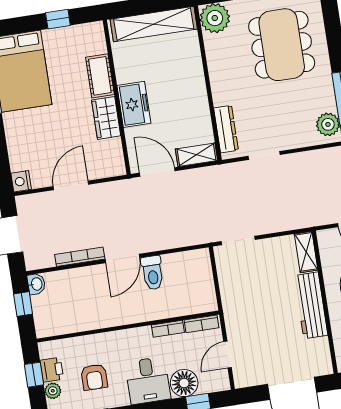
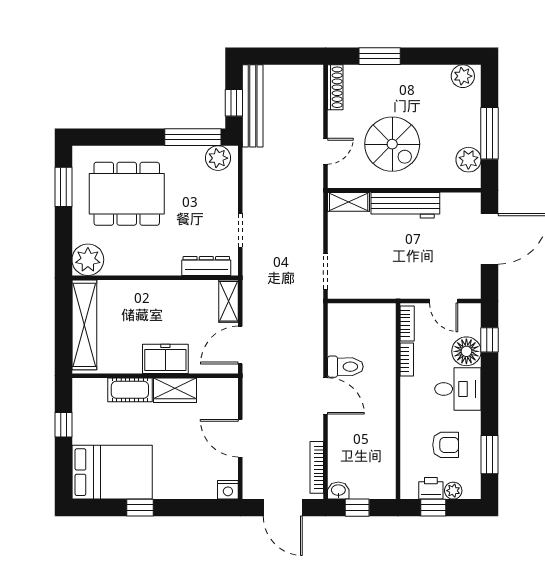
bookcase: (80, 257) -> (317, 467), moved

